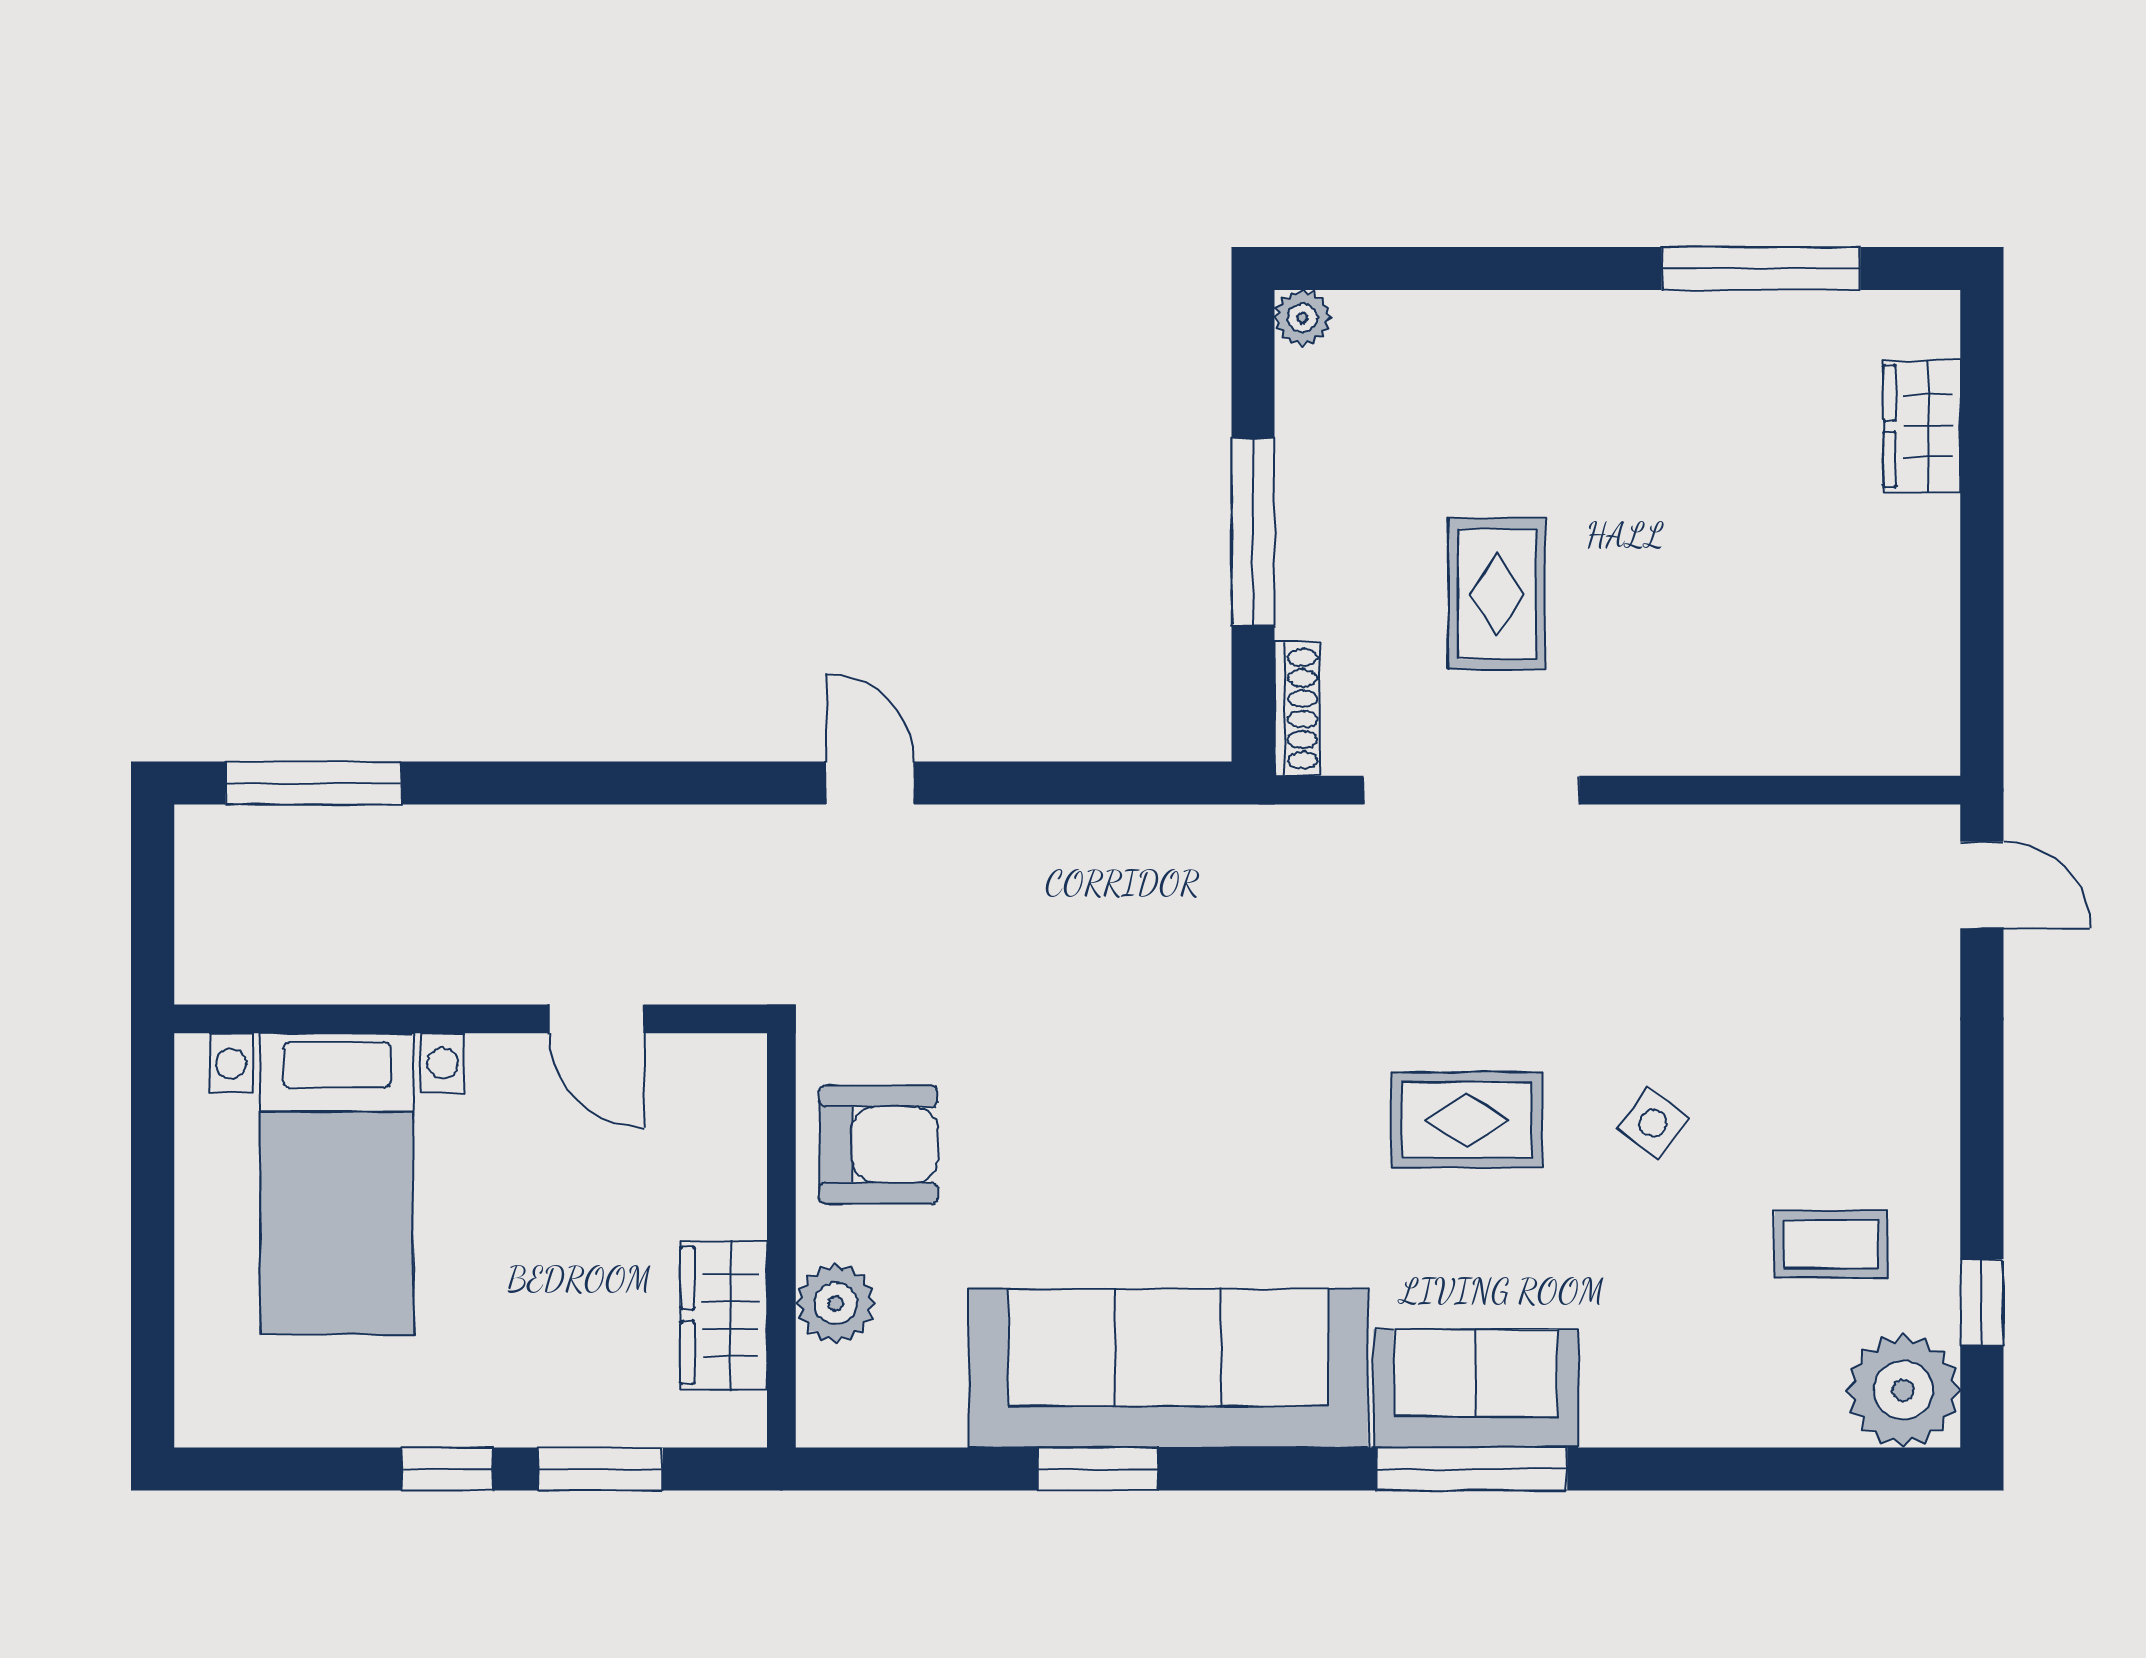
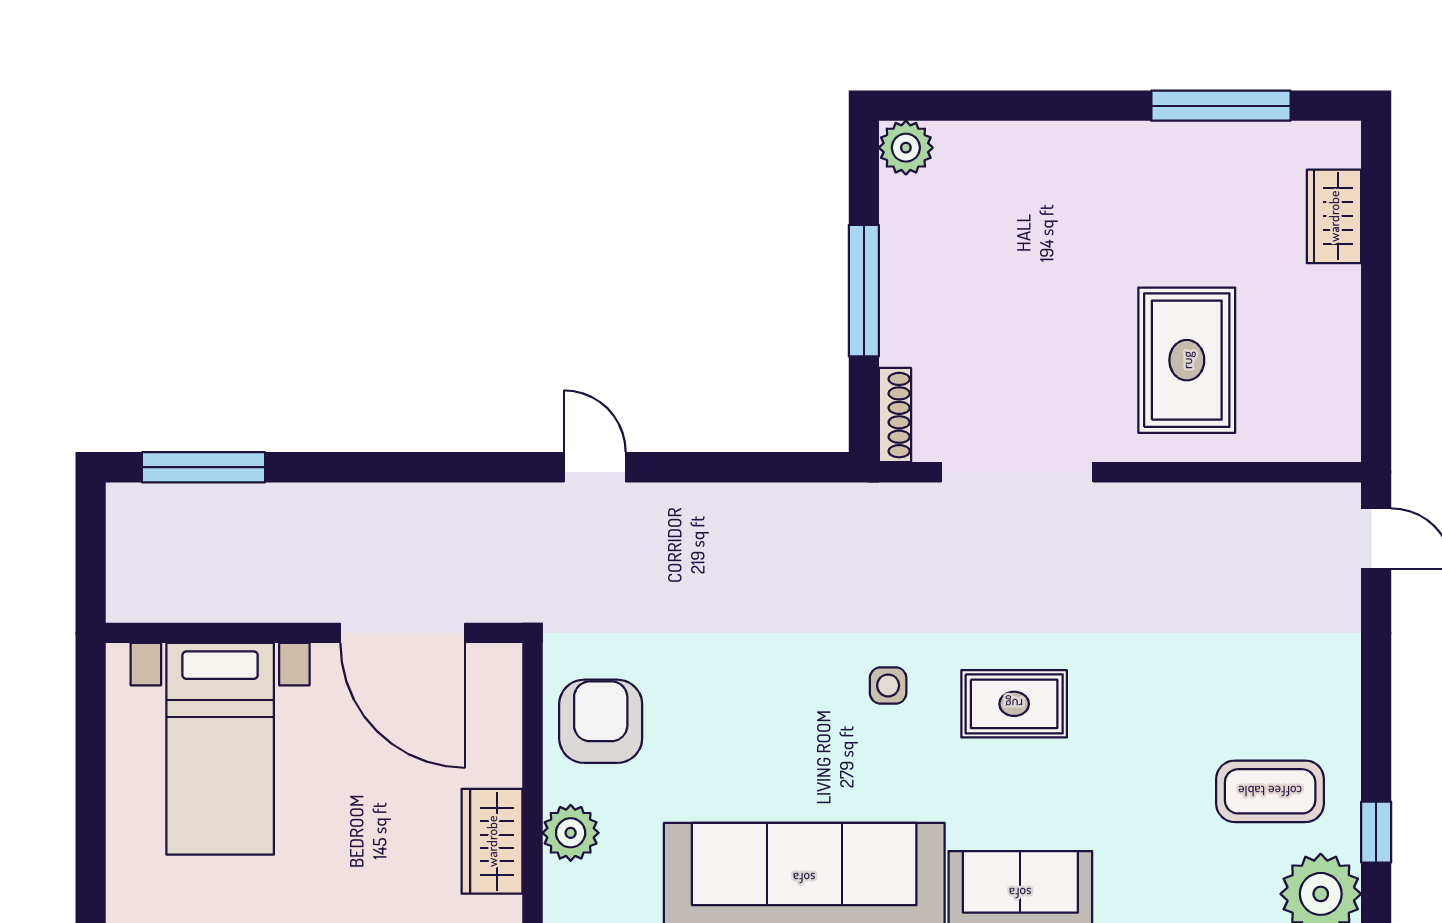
plant: (1302, 318) -> (906, 148), width x1.38, depth x1.38
rug: (1497, 594) -> (1187, 360), moved, width x1.36, depth x1.43
door: (597, 1019) -> (403, 633), width x1.88
side table: (1653, 1123) -> (888, 685), moved, turned -37
armchair: (878, 1145) -> (601, 721), turned -90
coffee table: (1831, 1244) -> (1270, 791), width x1.36, depth x1.30

